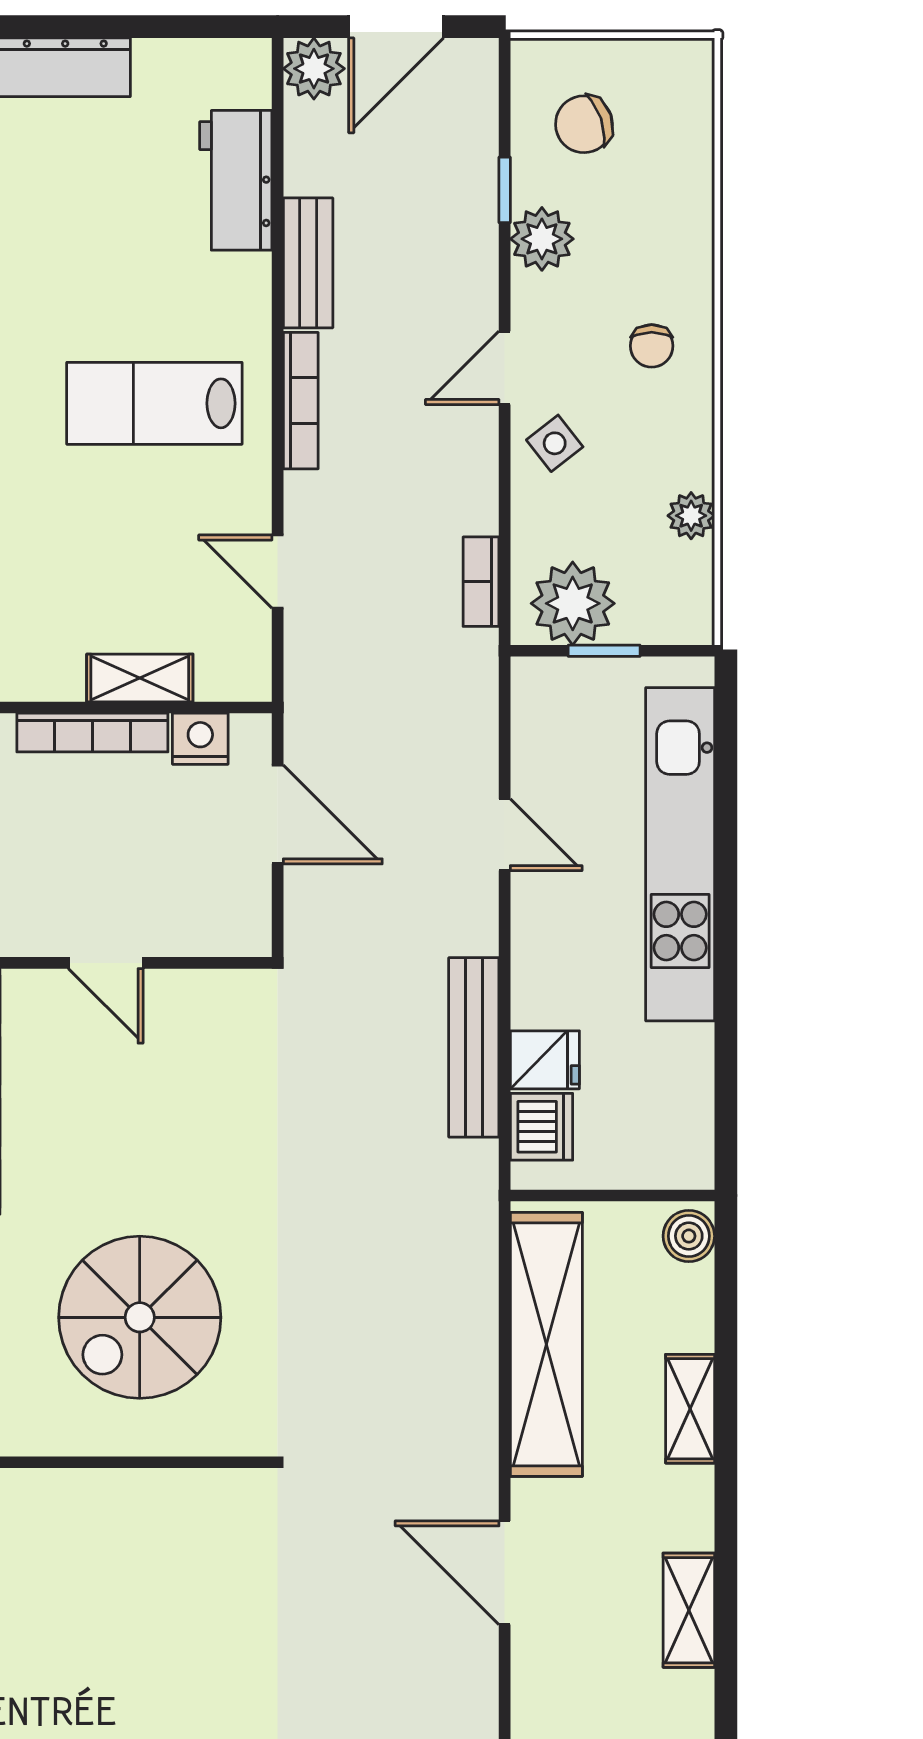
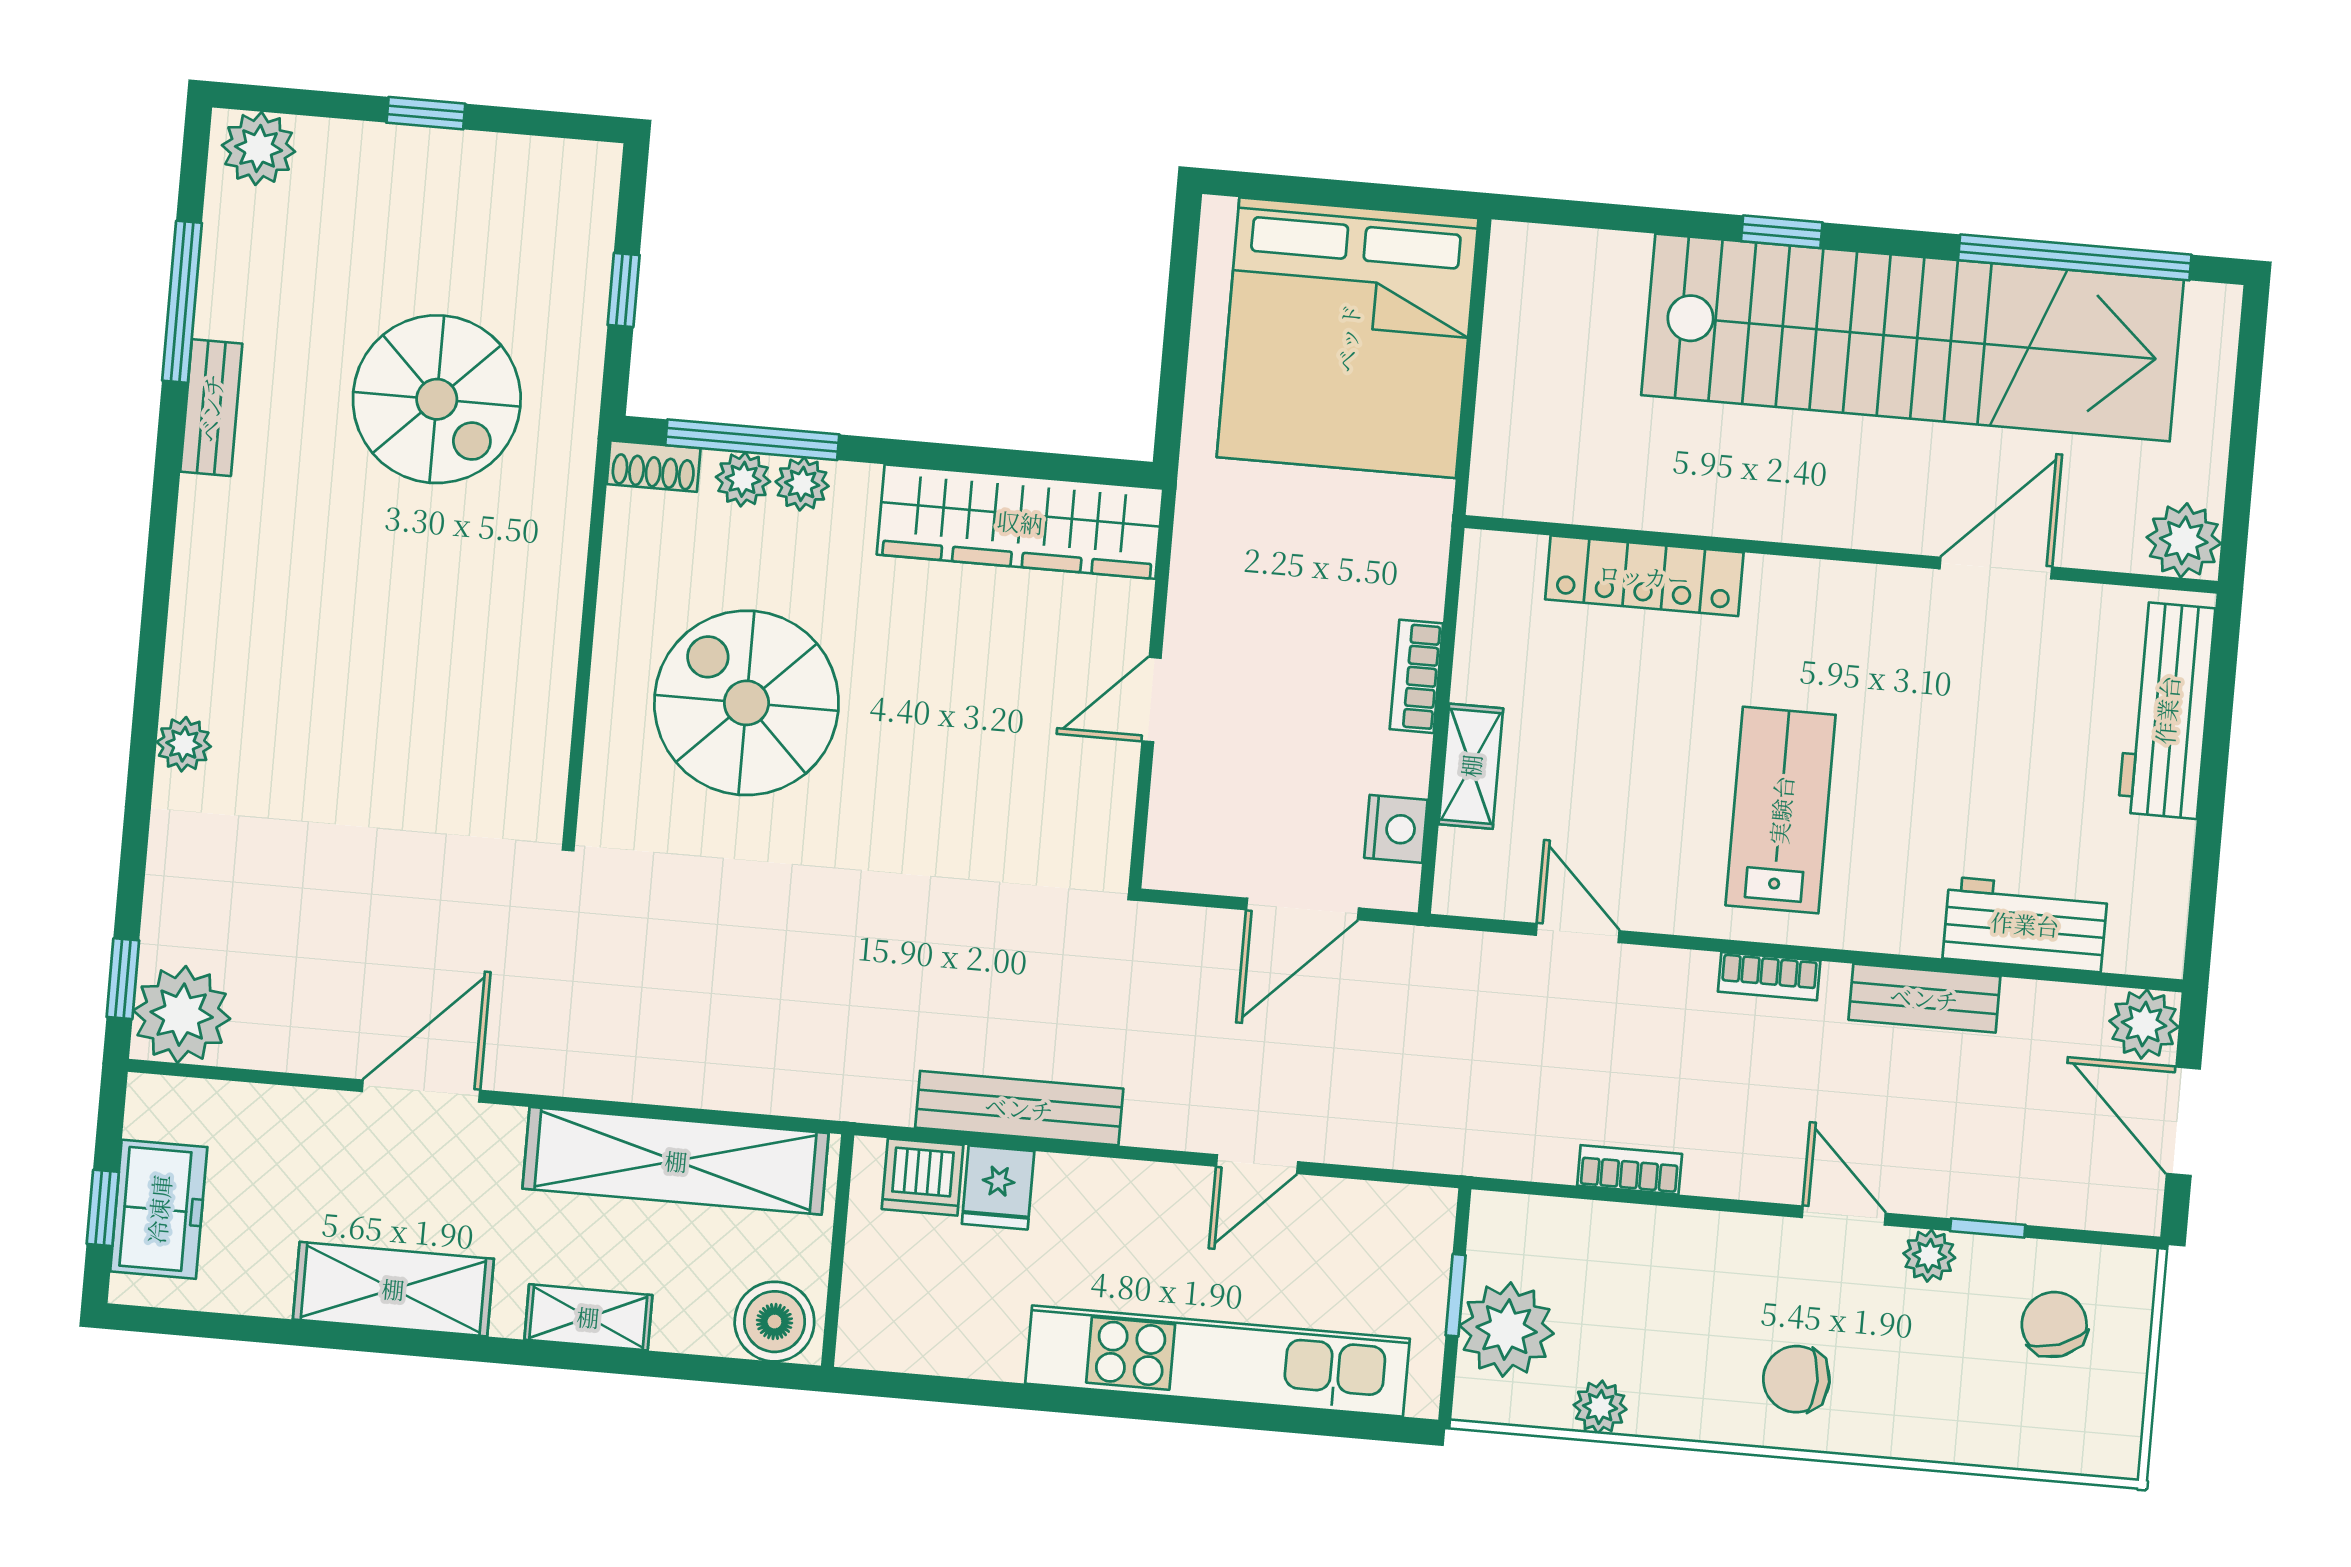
plant: (542, 239) -> (1929, 1256), width x0.73, depth x0.73
chair: (652, 346) -> (1796, 1379), width x1.37, depth x1.37
door: (505, 368) -> (1844, 1215), moved
bookcase: (301, 401) -> (1769, 976), width x0.64
side table: (555, 443) -> (1696, 1260), removed
door: (278, 572) -> (1578, 933), hinge flipped
bookcase: (481, 582) -> (1630, 1170), moved
plant: (573, 603) -> (1507, 1330), moved
bookcase: (92, 733) -> (1416, 676), width x0.64
boiler: (689, 1236) -> (774, 1322), width x1.36, depth x1.36
shelving: (689, 1610) -> (393, 1289), width x1.50, depth x1.33

